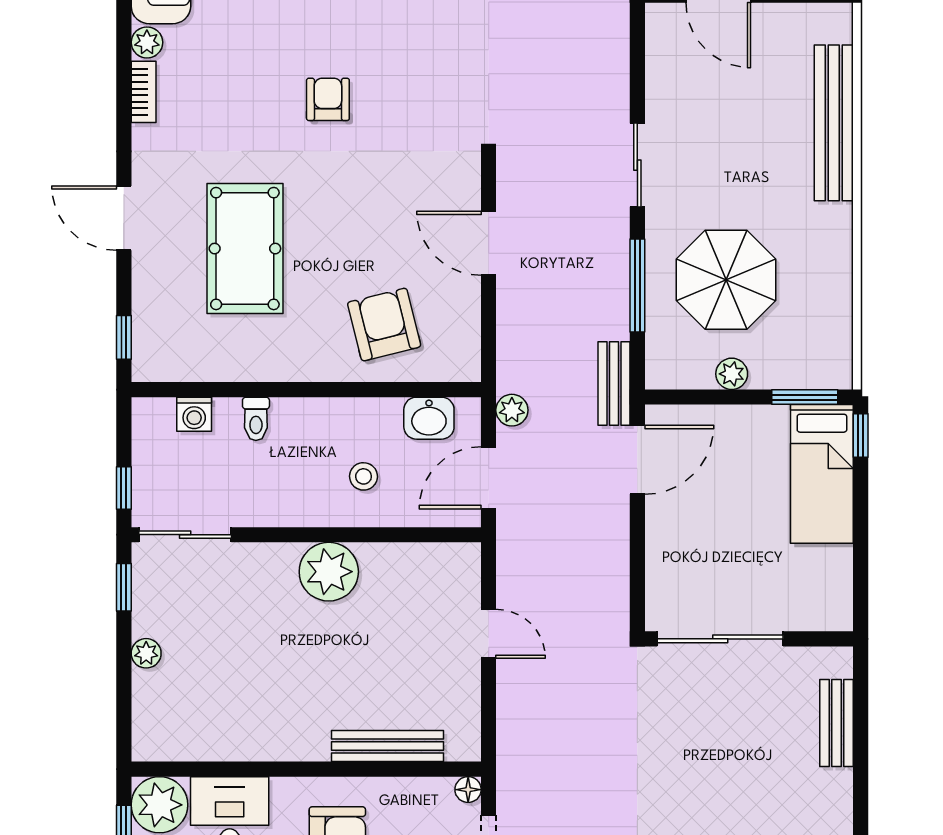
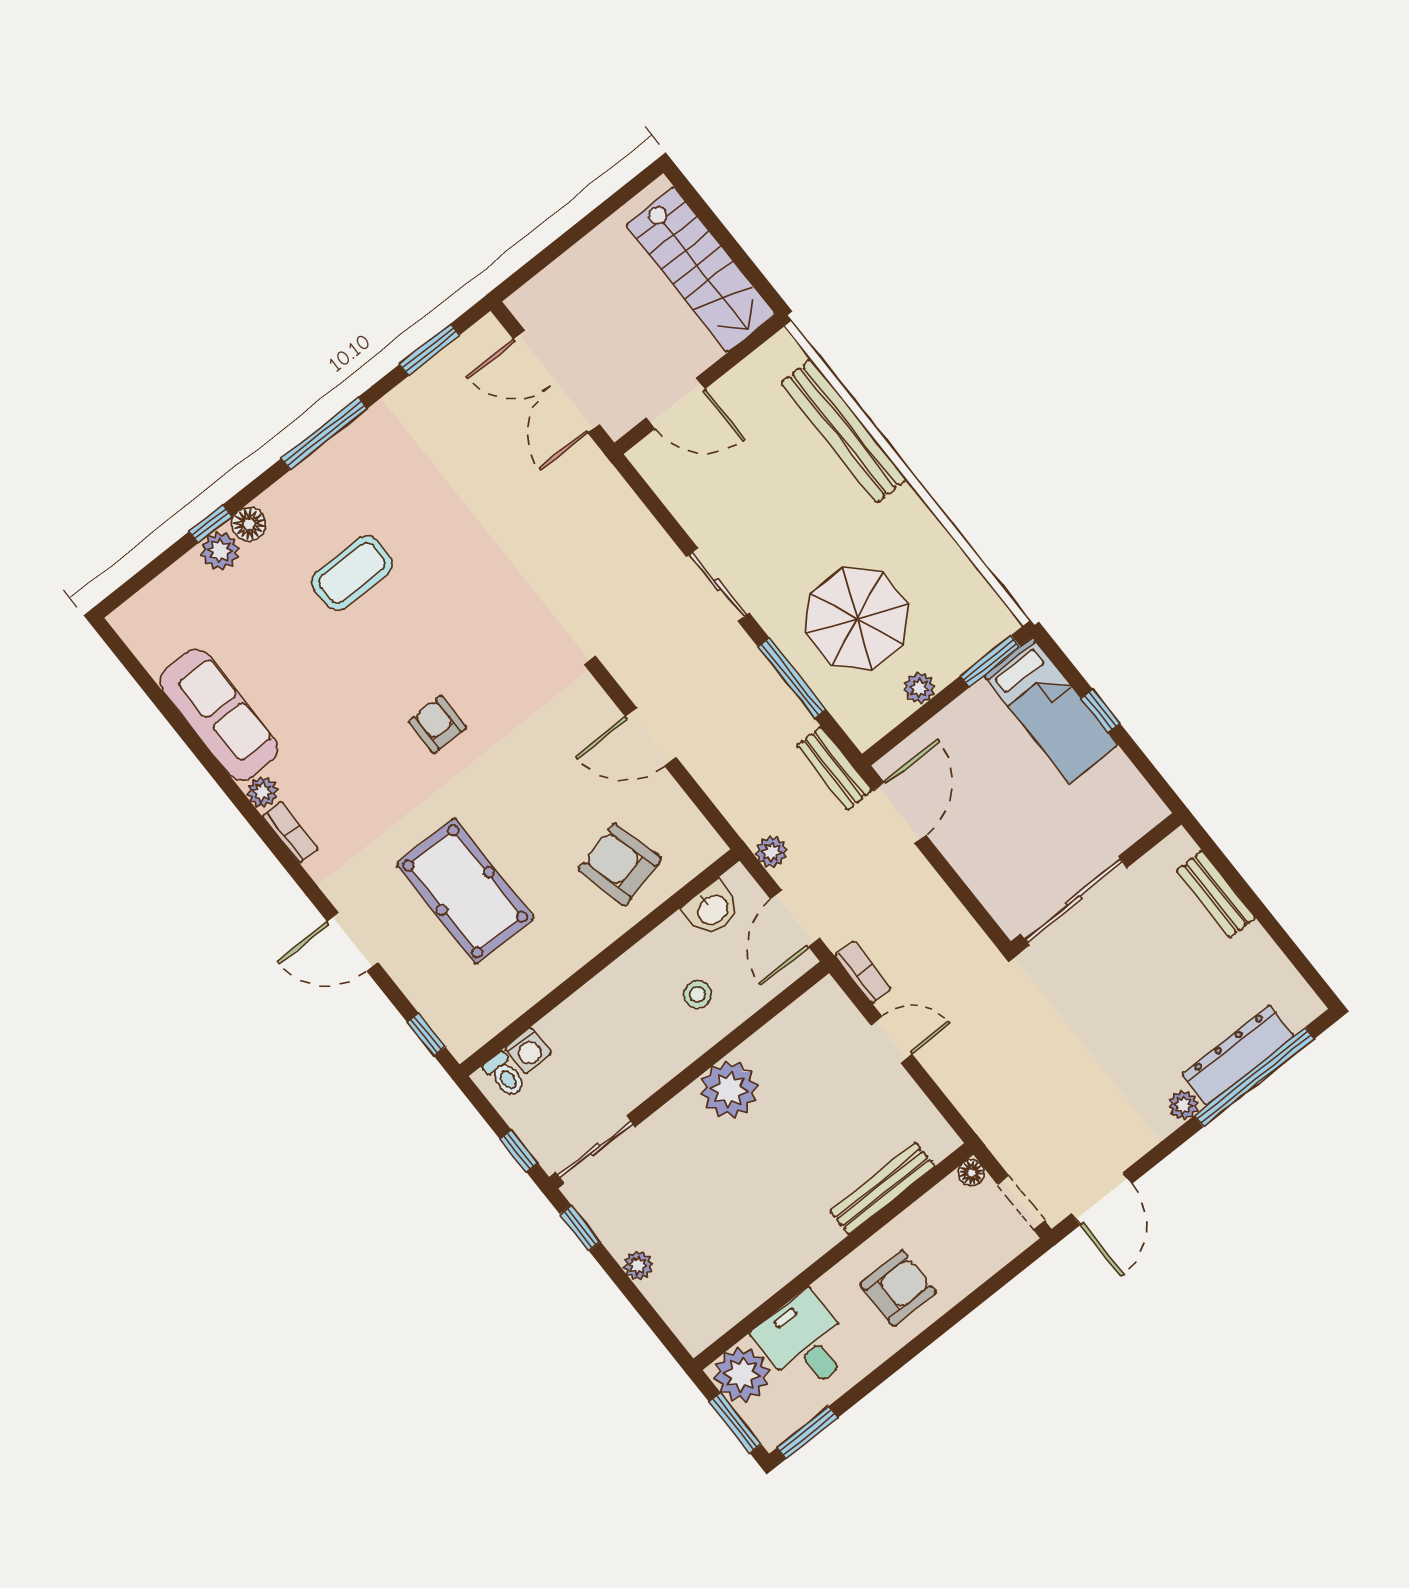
toilet: (256, 419) -> (505, 1075), moved
window: (861, 436) -> (1100, 711), moved
bookcase: (508, 563) -> (863, 972), added

